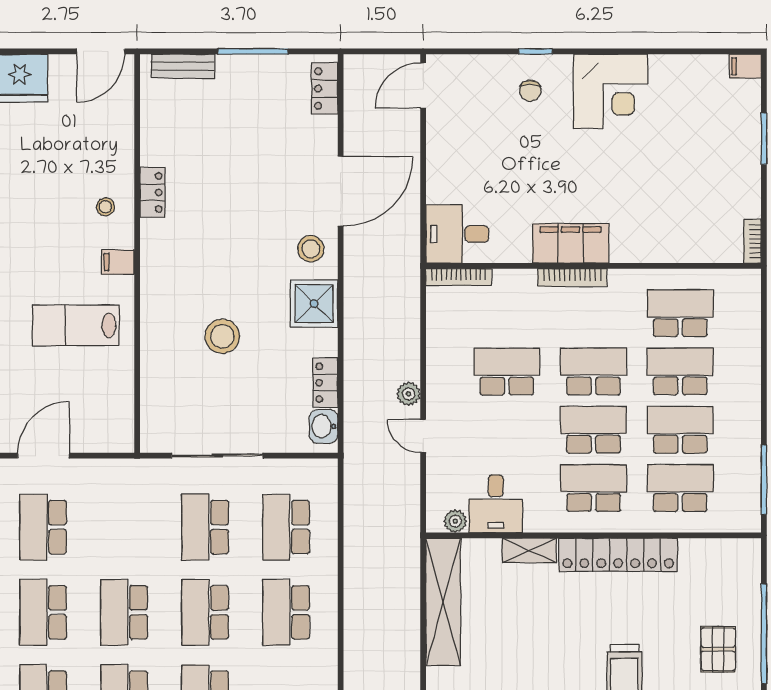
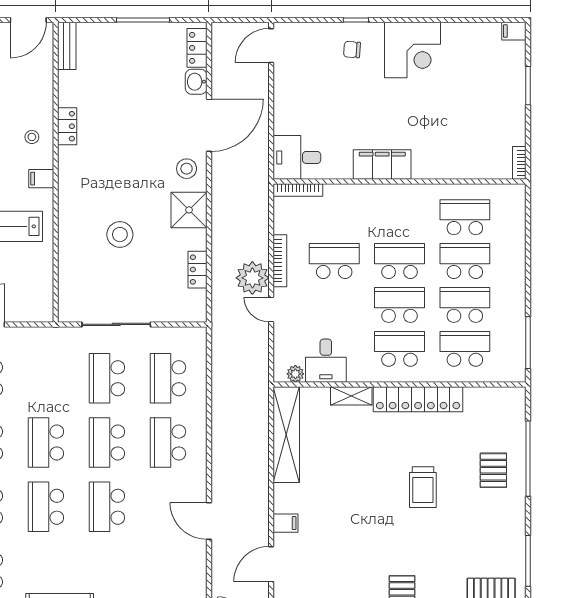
bench: (183, 66) -> (67, 46), moved, turned 90
chair: (530, 91) -> (352, 50), turned 94
bookcase: (572, 278) -> (280, 261), moved, turned -90
plant: (409, 394) -> (252, 278), width x1.88, depth x1.88
washbasin: (324, 426) -> (196, 82), moved

